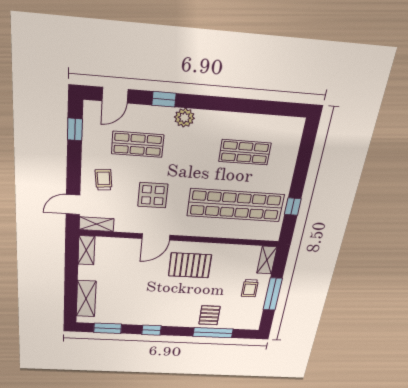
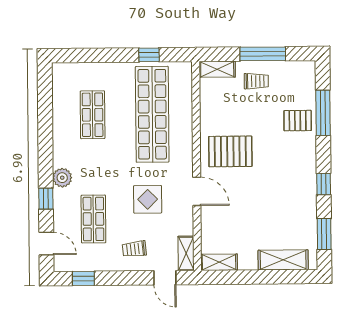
pallet: (190, 265) -> (230, 151), turned 90

